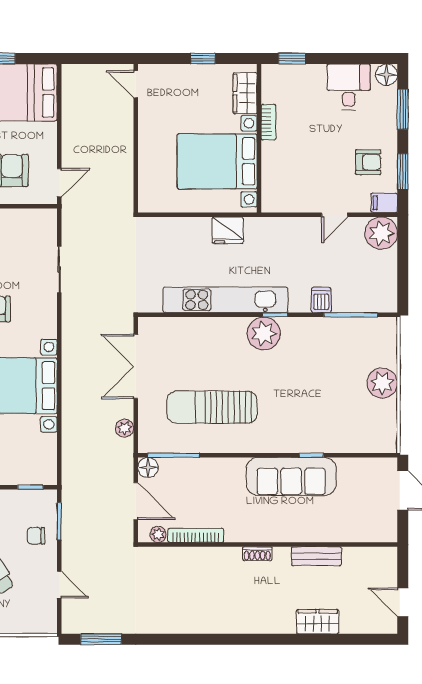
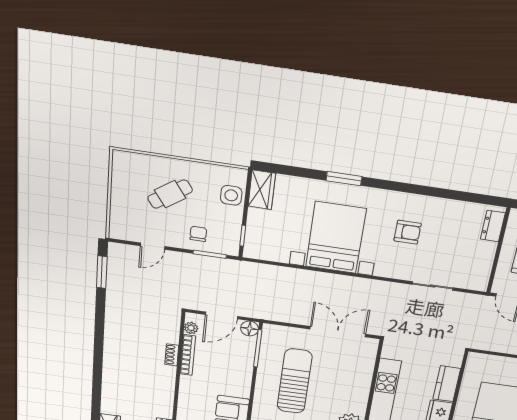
kitchen counter: (186, 229) -> (447, 384), added
plant: (125, 428) -> (286, 316), removed
shoe rack: (257, 554) -> (172, 355), moved

